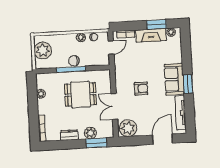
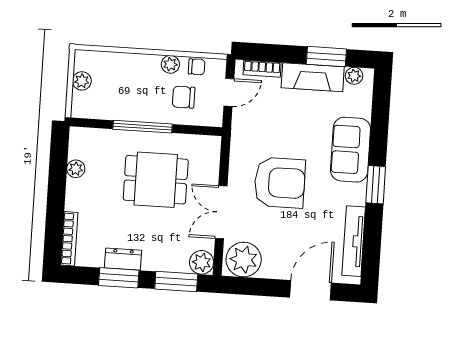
plant: (43, 50) -> (82, 81), width x0.53, depth x0.53
chair: (74, 61) -> (184, 97), moved
sofa: (174, 79) -> (351, 150), moved
armchair: (141, 89) -> (280, 183), width x1.88, depth x1.88
plant: (90, 133) -> (202, 262), moved
window: (68, 144) -> (119, 278), added

